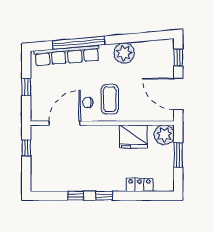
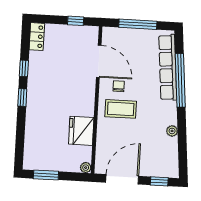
plant: (124, 53) -> (172, 131), width x0.53, depth x0.53
window: (26, 87) -> (138, 24), width x2.17
plant: (164, 135) -> (86, 168), width x0.53, depth x0.53
window: (178, 155) -> (46, 175), moved
locker: (139, 185) -> (37, 37), moved

